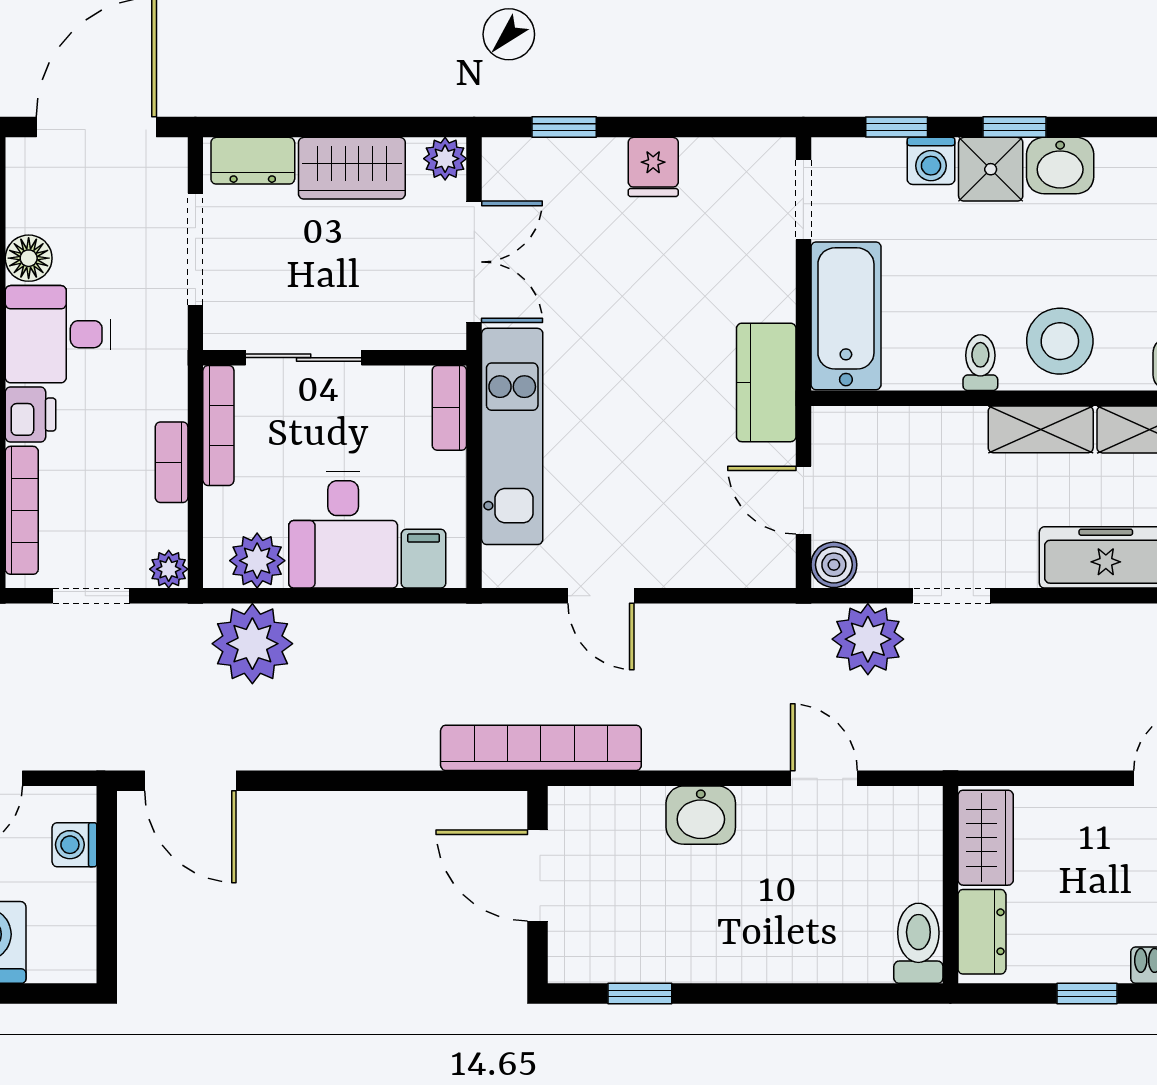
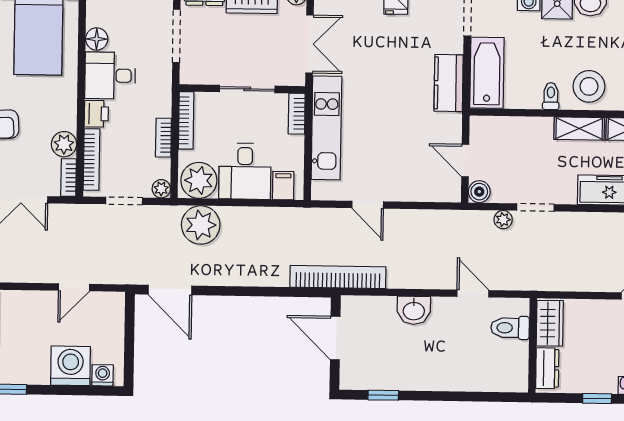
sliding door: (304, 358) -> (247, 89), moved
kitchen counter: (766, 382) -> (449, 83), moved
plant: (257, 561) -> (199, 180), width x1.36, depth x1.36
plant: (868, 639) -> (503, 220), width x0.53, depth x0.53
washing machine: (74, 845) -> (103, 375), moved, turned 90
toilet: (918, 943) -> (510, 328), moved, turned -90

